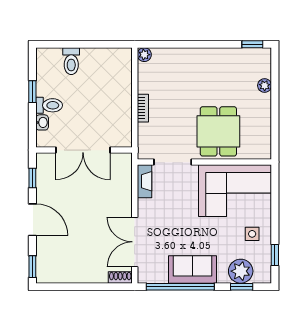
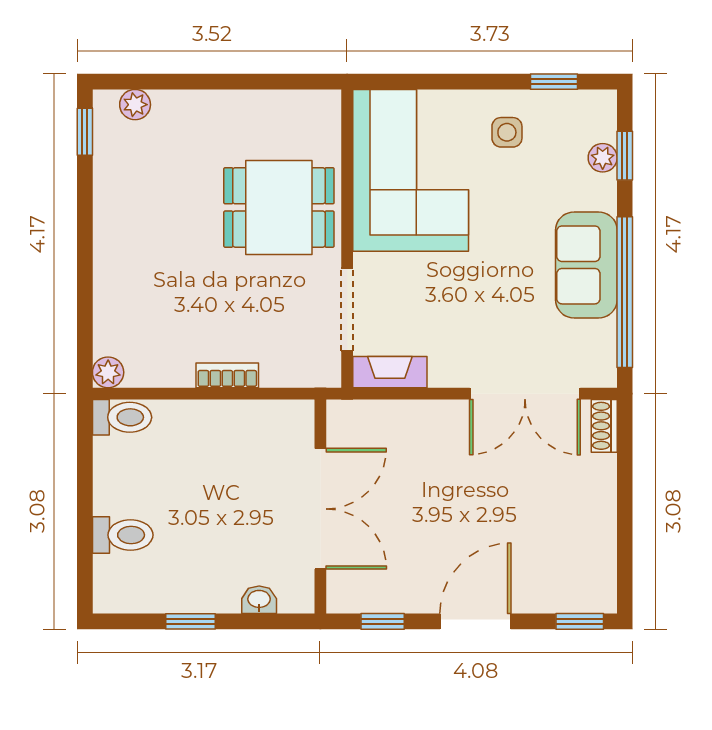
plant: (265, 86) -> (135, 105), moved
toilet: (49, 105) -> (122, 417), moved, turned 90
plant: (241, 271) -> (603, 158), width x0.53, depth x0.53

